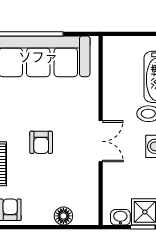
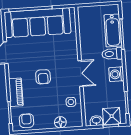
side table: (82, 185) -> (71, 102), added

